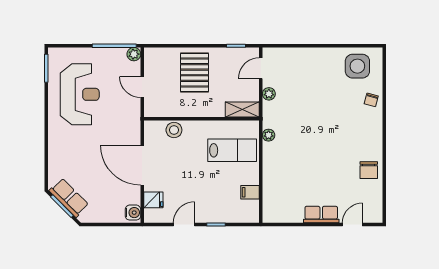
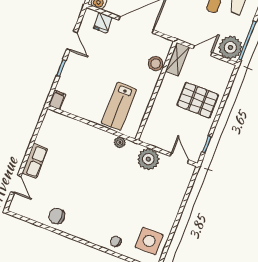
plant: (134, 54) -> (230, 47), width x1.87, depth x1.87
plant: (269, 94) -> (148, 159), width x1.88, depth x1.88
shelving: (242, 110) -> (177, 59), moved
filing cabinet: (250, 192) -> (57, 100), moved

